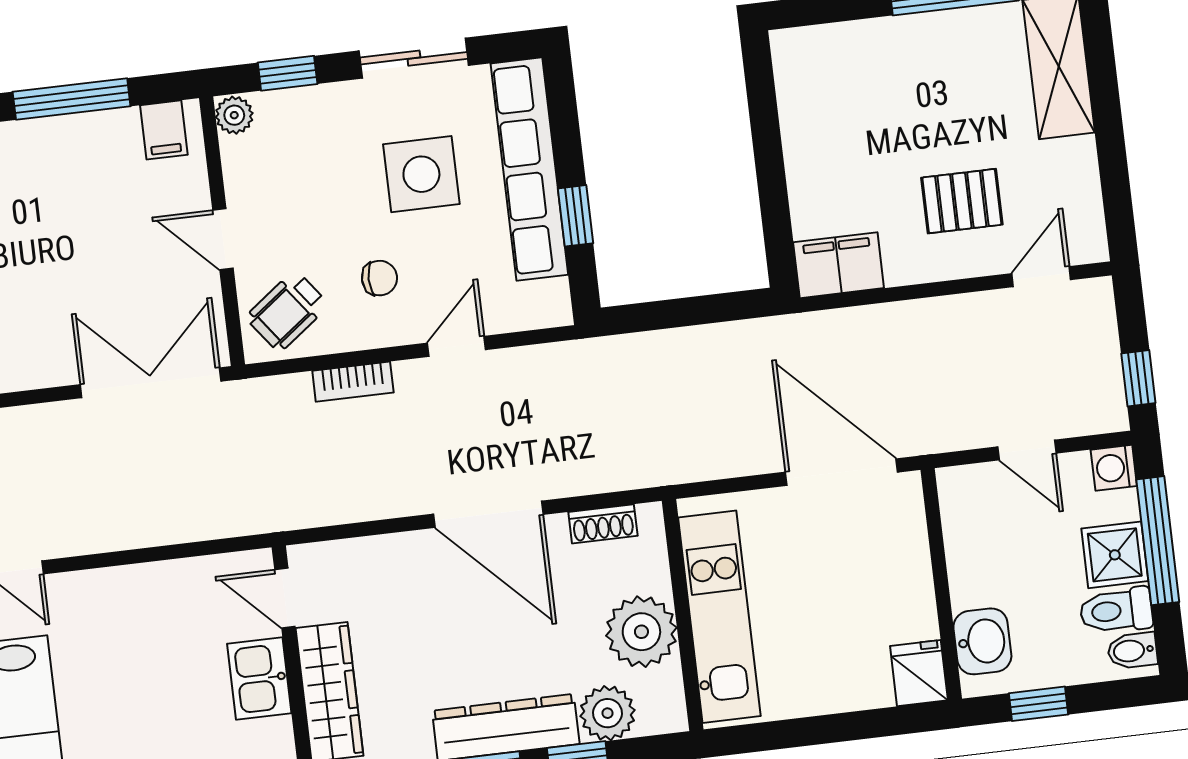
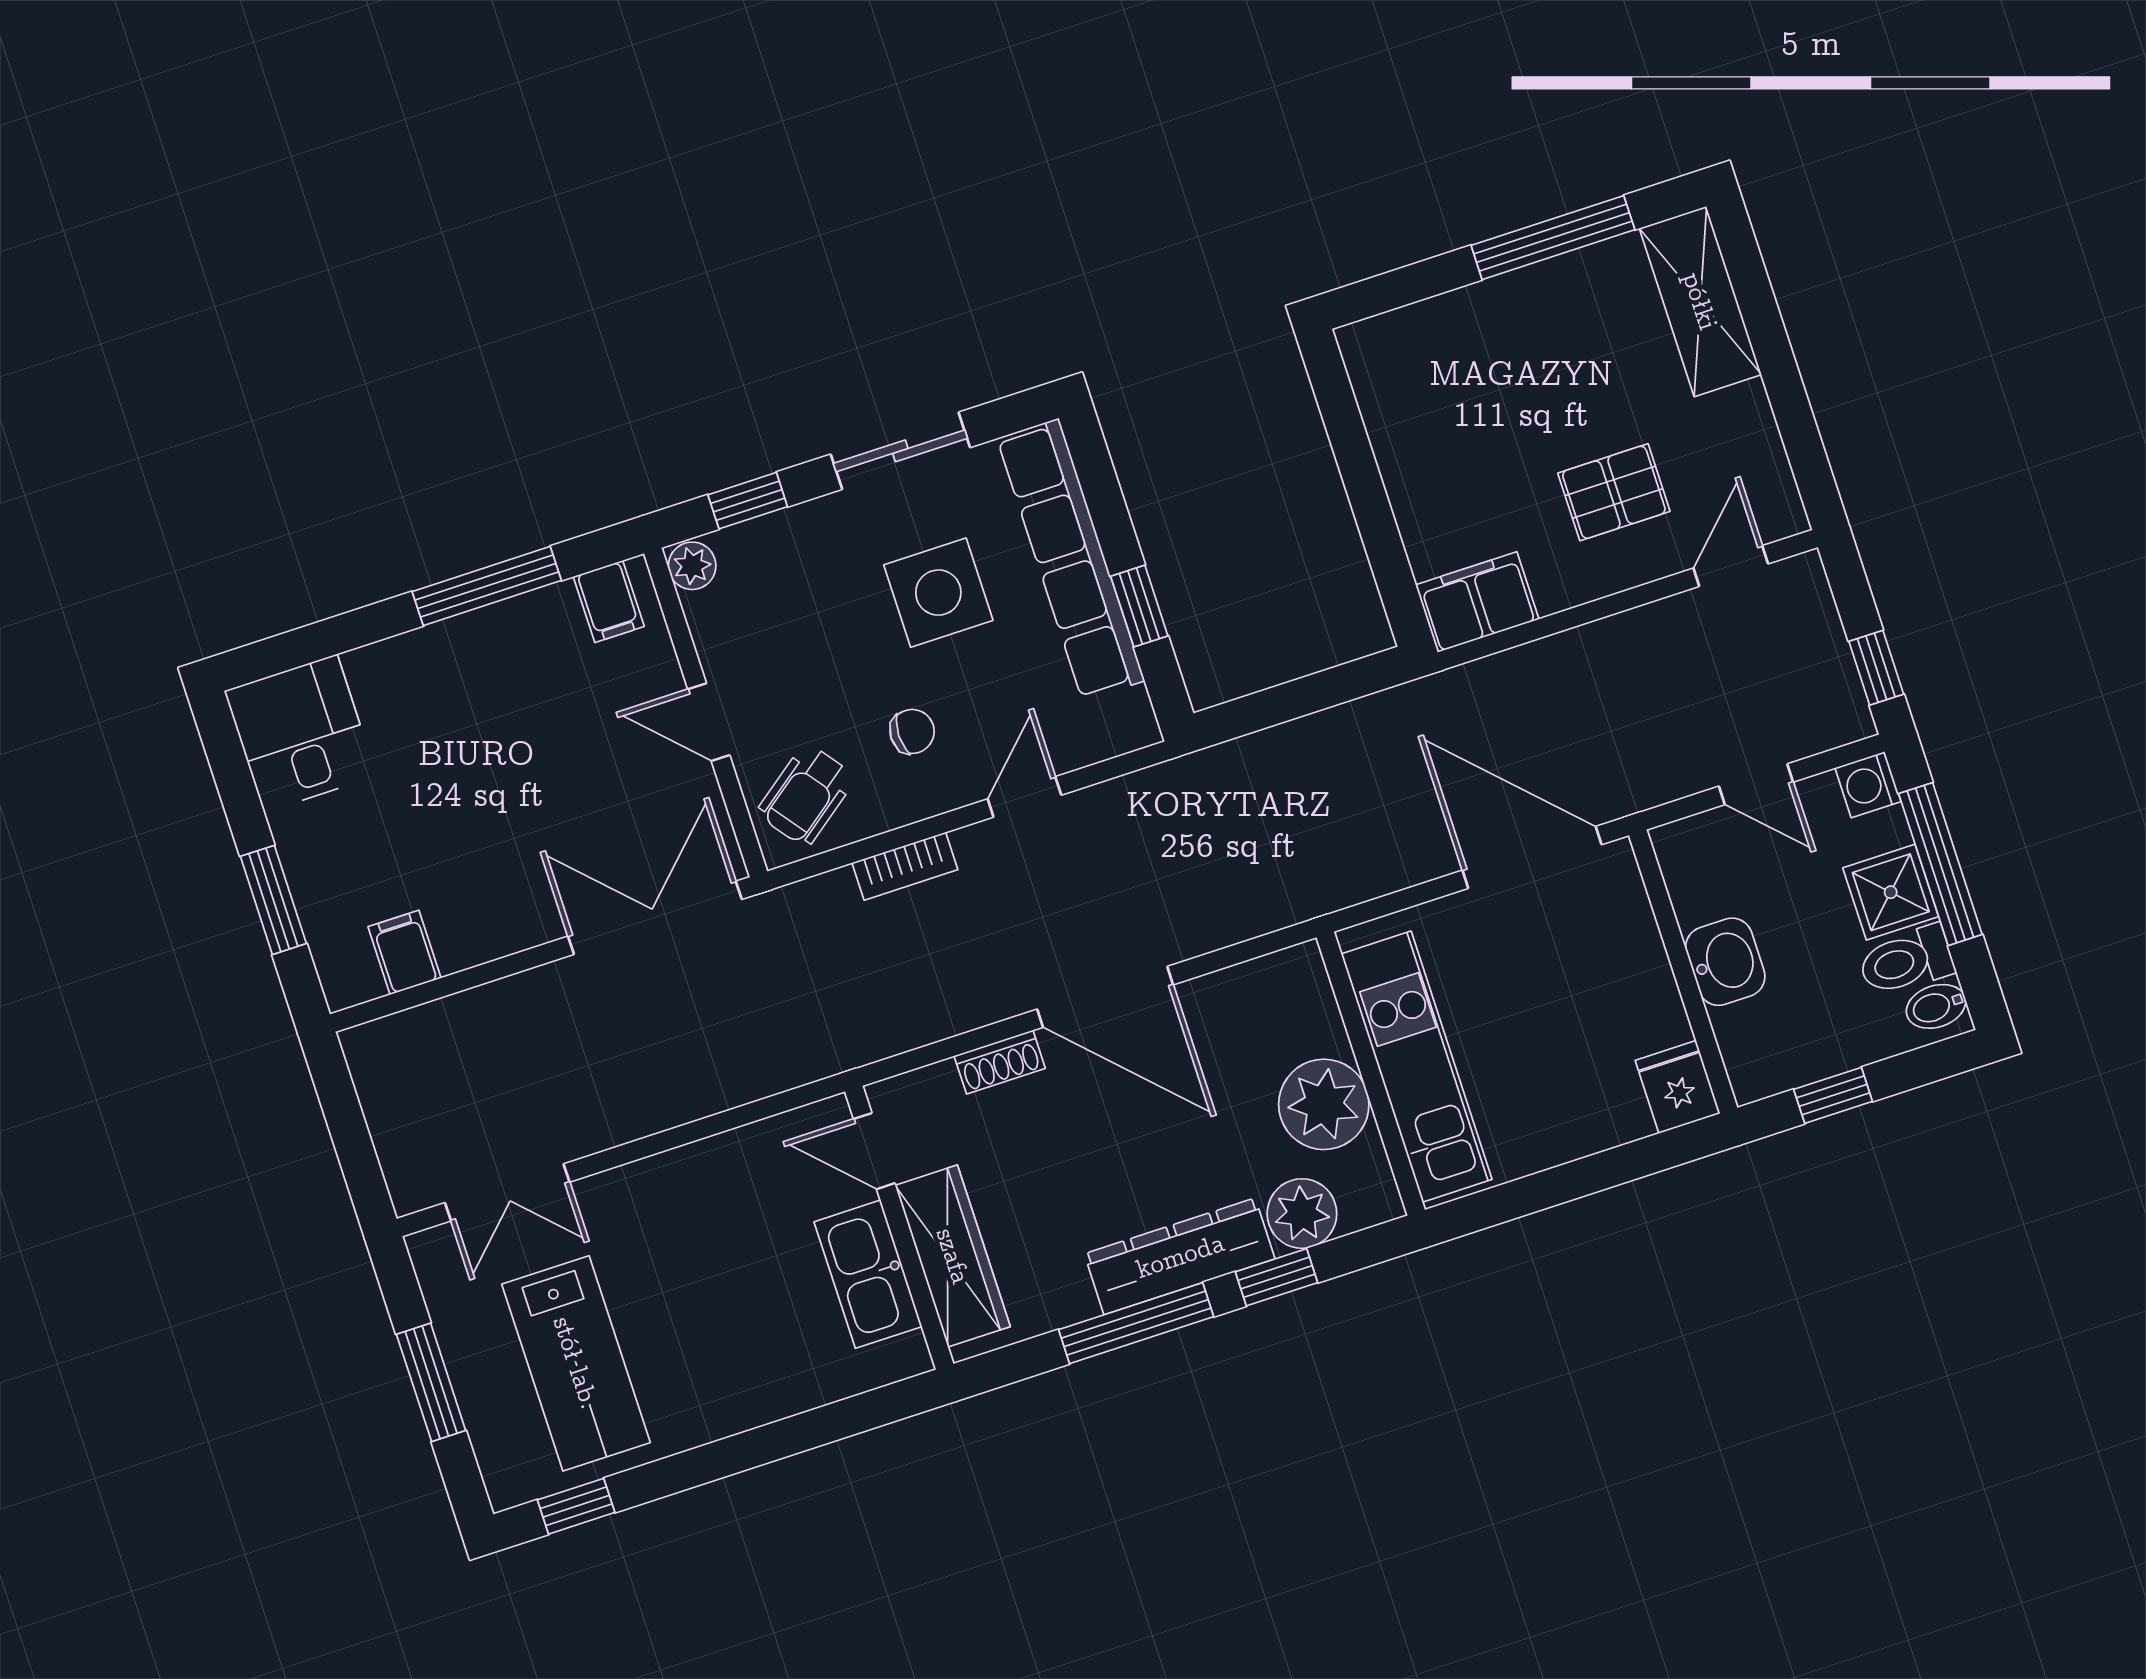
shoe rack: (603, 524) -> (1000, 1062), moved
washbasin: (982, 641) -> (1725, 962), moved
kitchen sink: (259, 679) -> (868, 1274), width x1.38

